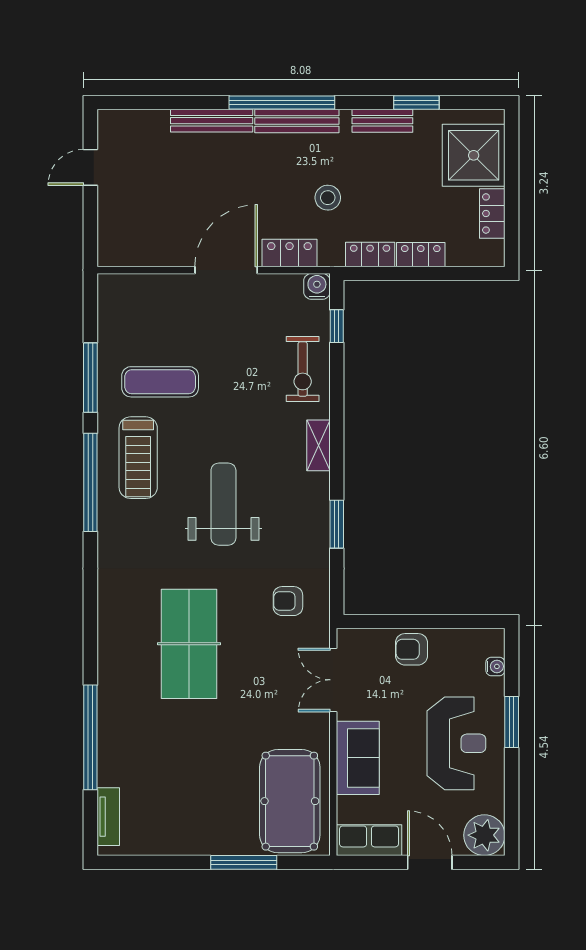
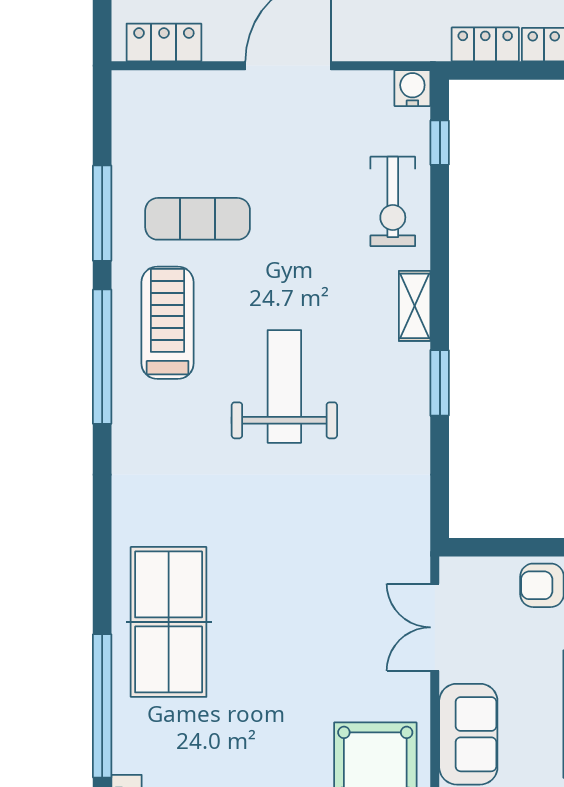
locker: (289, 253) -> (164, 42), moved
treadmill: (138, 458) -> (168, 323), turned 180
window: (337, 524) -> (440, 383), moved
armchair: (288, 601) -> (373, 519), removed
table tennis table: (189, 644) -> (169, 622), moved

